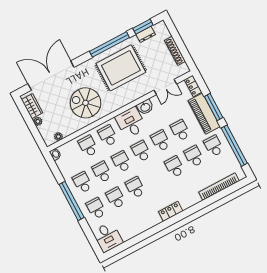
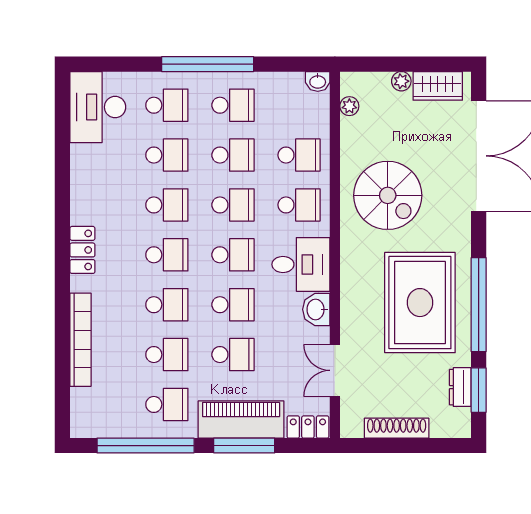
spiral stairs: (86, 103) -> (388, 195), turned 90
school desk: (155, 177) -> (167, 255), added
bookcase: (219, 187) -> (80, 340), moved
desk: (108, 237) -> (98, 107), width x1.37

